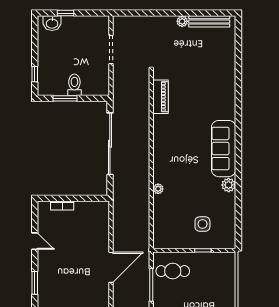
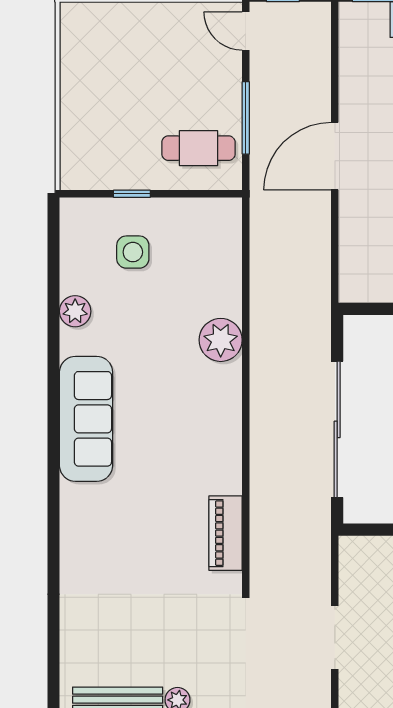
plant: (229, 185) -> (75, 311), moved
plant: (158, 189) -> (221, 340), width x1.87, depth x1.87

